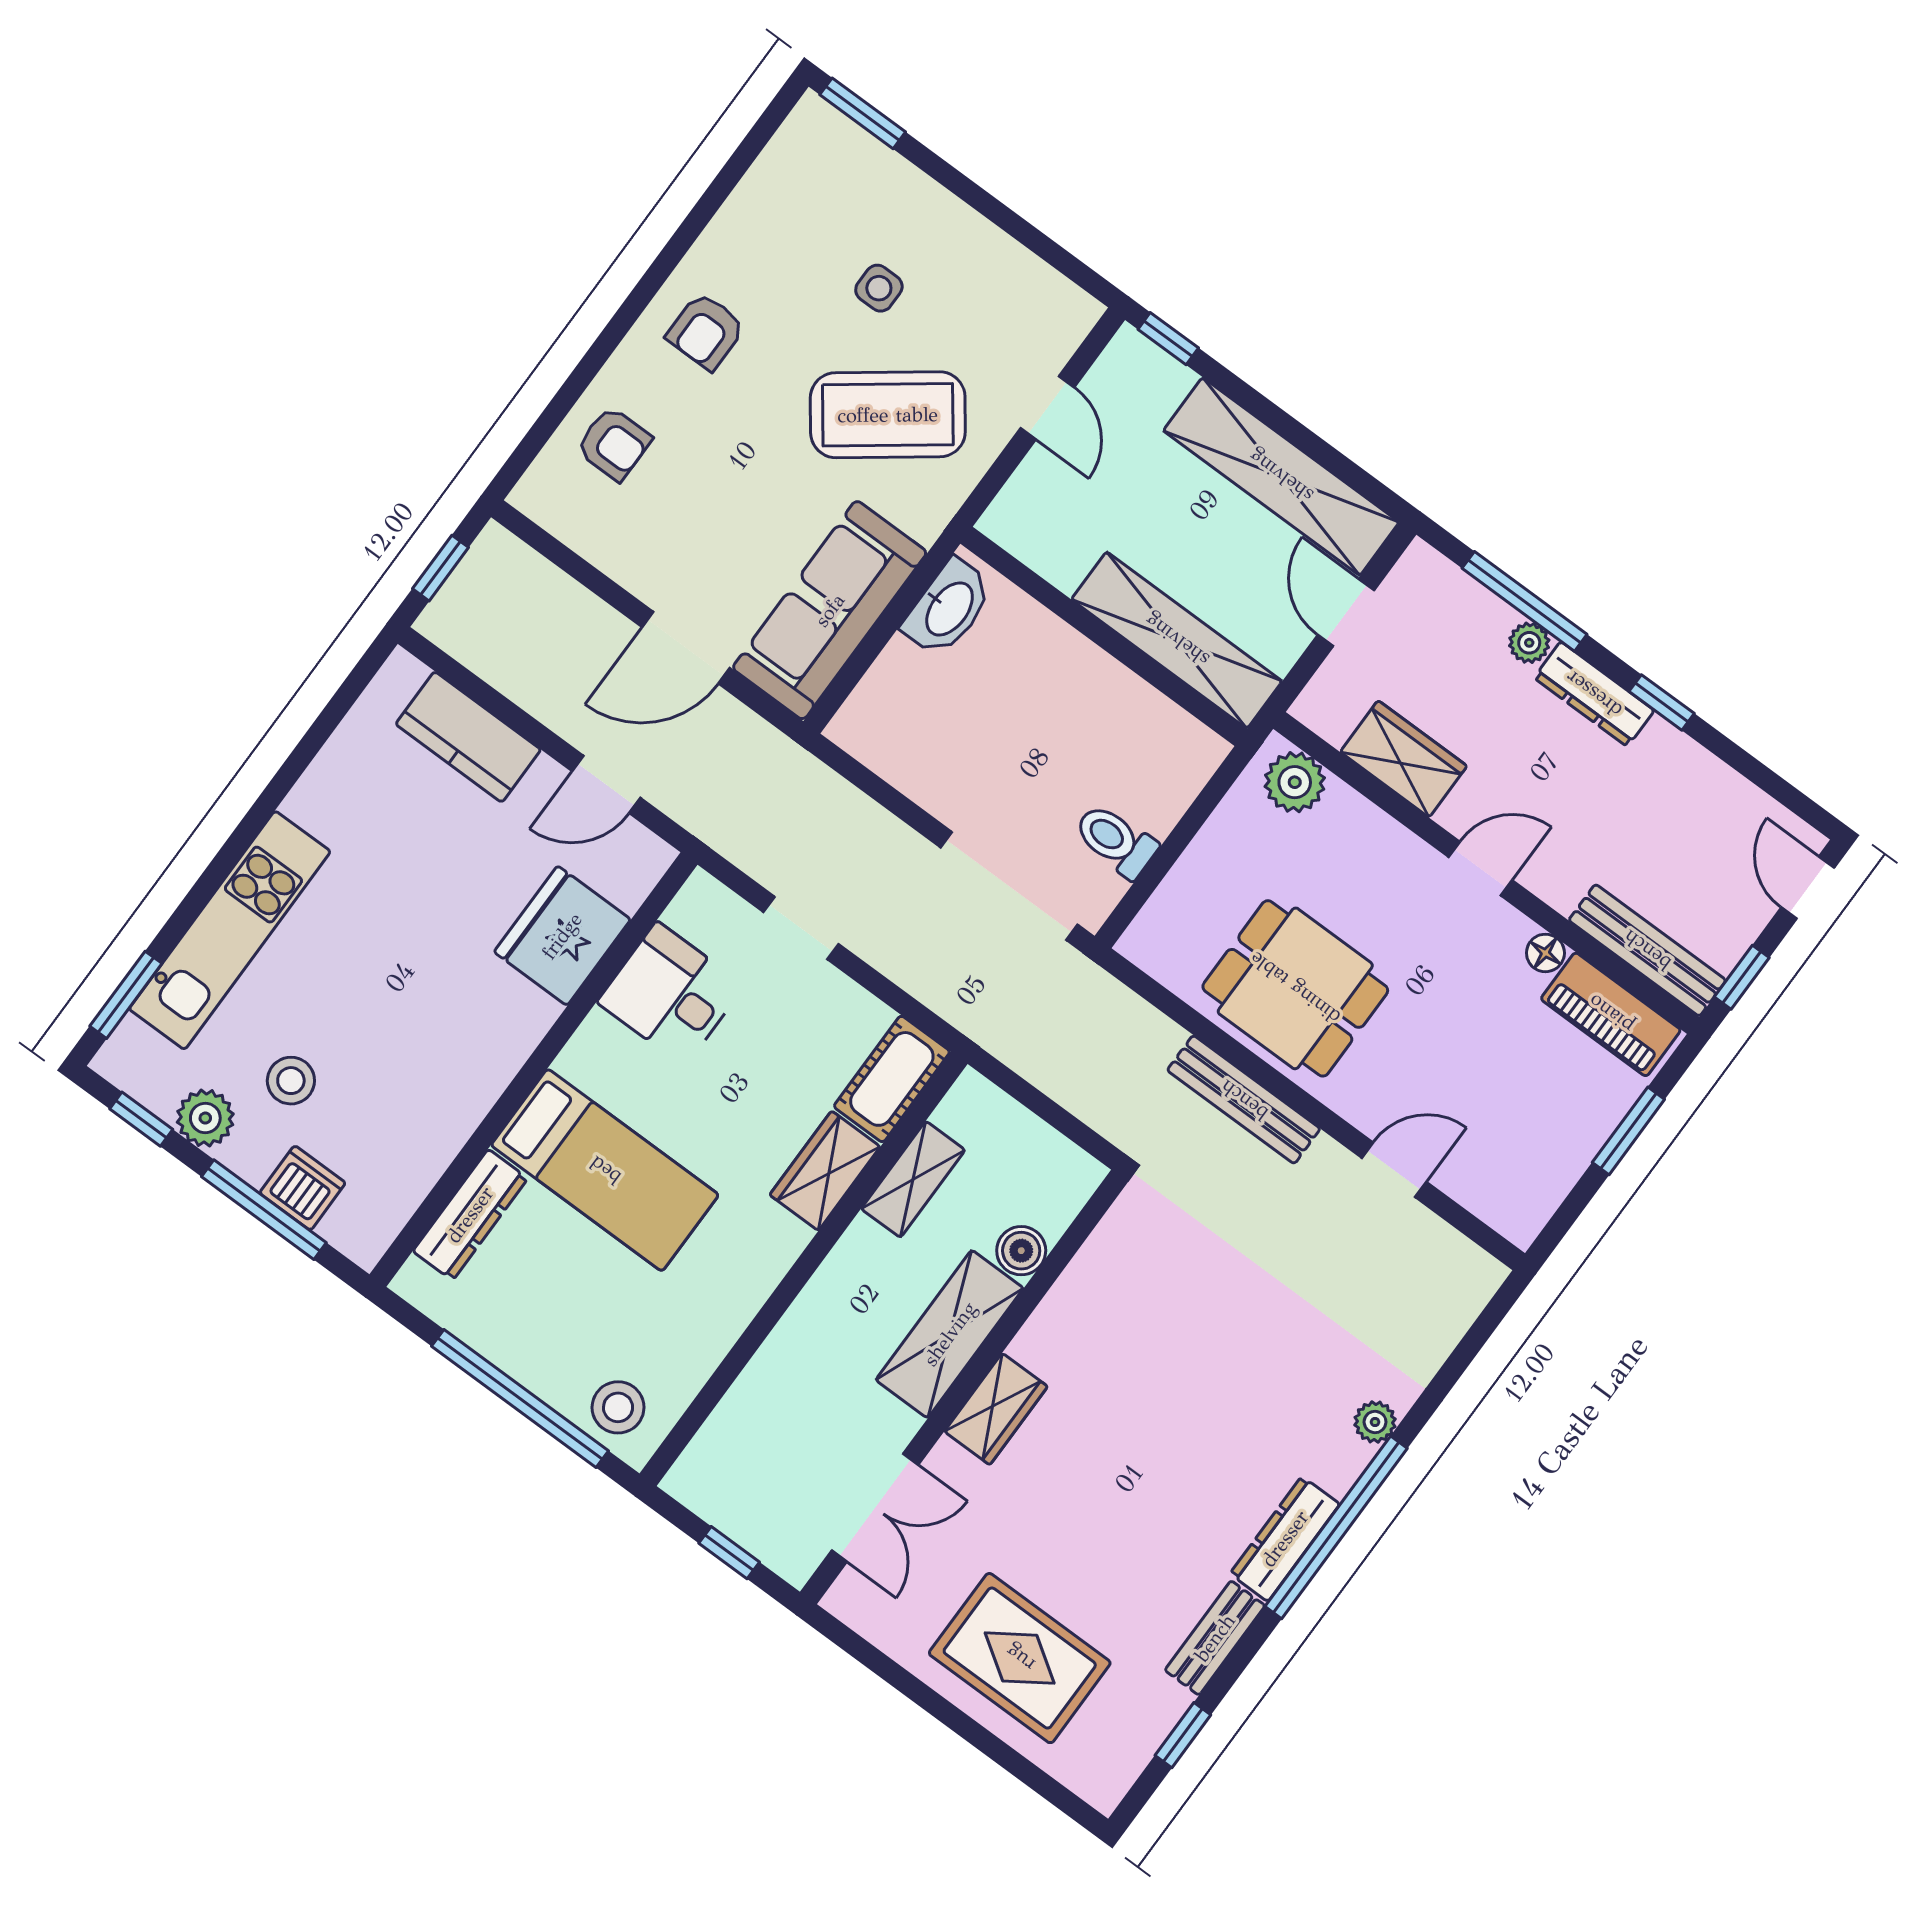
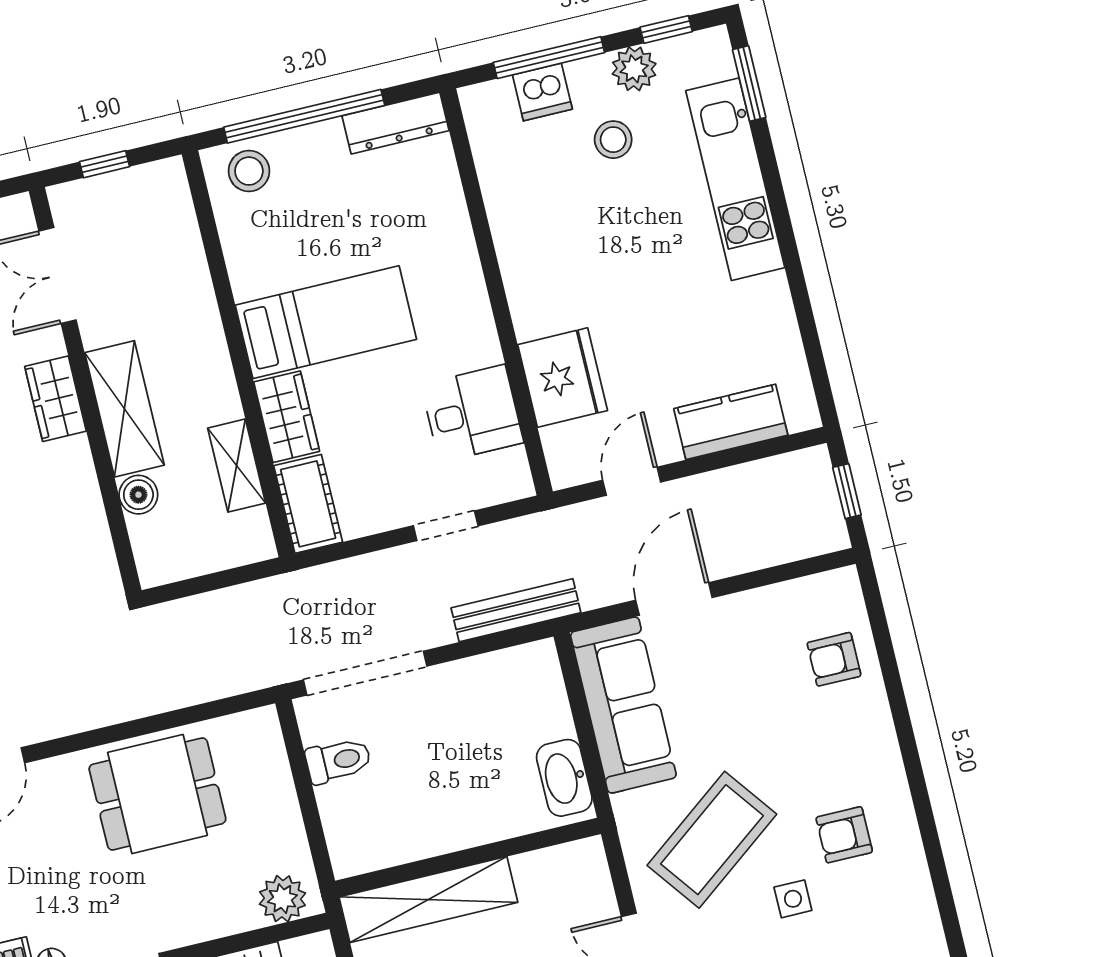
armchair: (706, 331) -> (844, 835), moved, turned -90
bench: (1244, 1100) -> (516, 610), moved
bed: (605, 1170) -> (326, 322), moved, turned 180
dresser: (470, 1215) -> (396, 123), moved, turned -90

